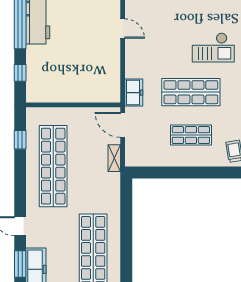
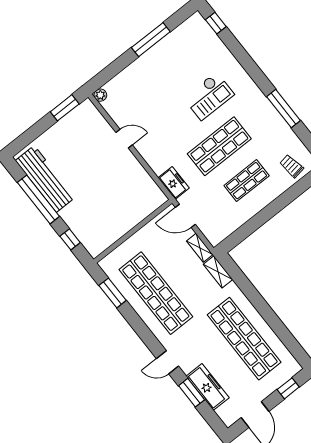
window: (20, 140) -> (113, 293), width x1.50
shelving: (114, 188) -> (218, 272), added

